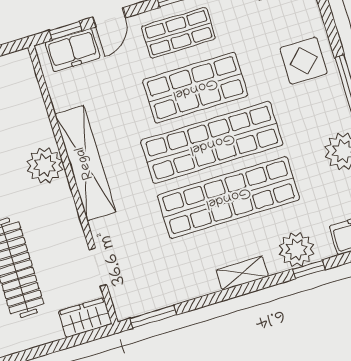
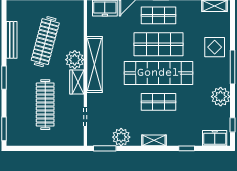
shop shelf: (228, 197) -> (158, 102), width x0.50, depth x0.74
plant: (296, 250) -> (121, 137), moved
wardrobe: (85, 318) -> (77, 82), moved, turned -90

